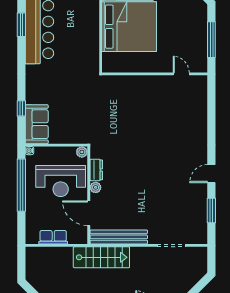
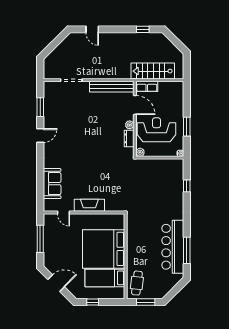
window: (21, 25) -> (187, 250), width x1.44
fireplace: (148, 83) -> (89, 205), added
sofa: (37, 124) -> (52, 184), moved, turned 180
window: (21, 185) -> (187, 127), width x0.47
row of seats: (53, 237) -> (147, 86), moved
stairs: (101, 257) -> (153, 71), moved

